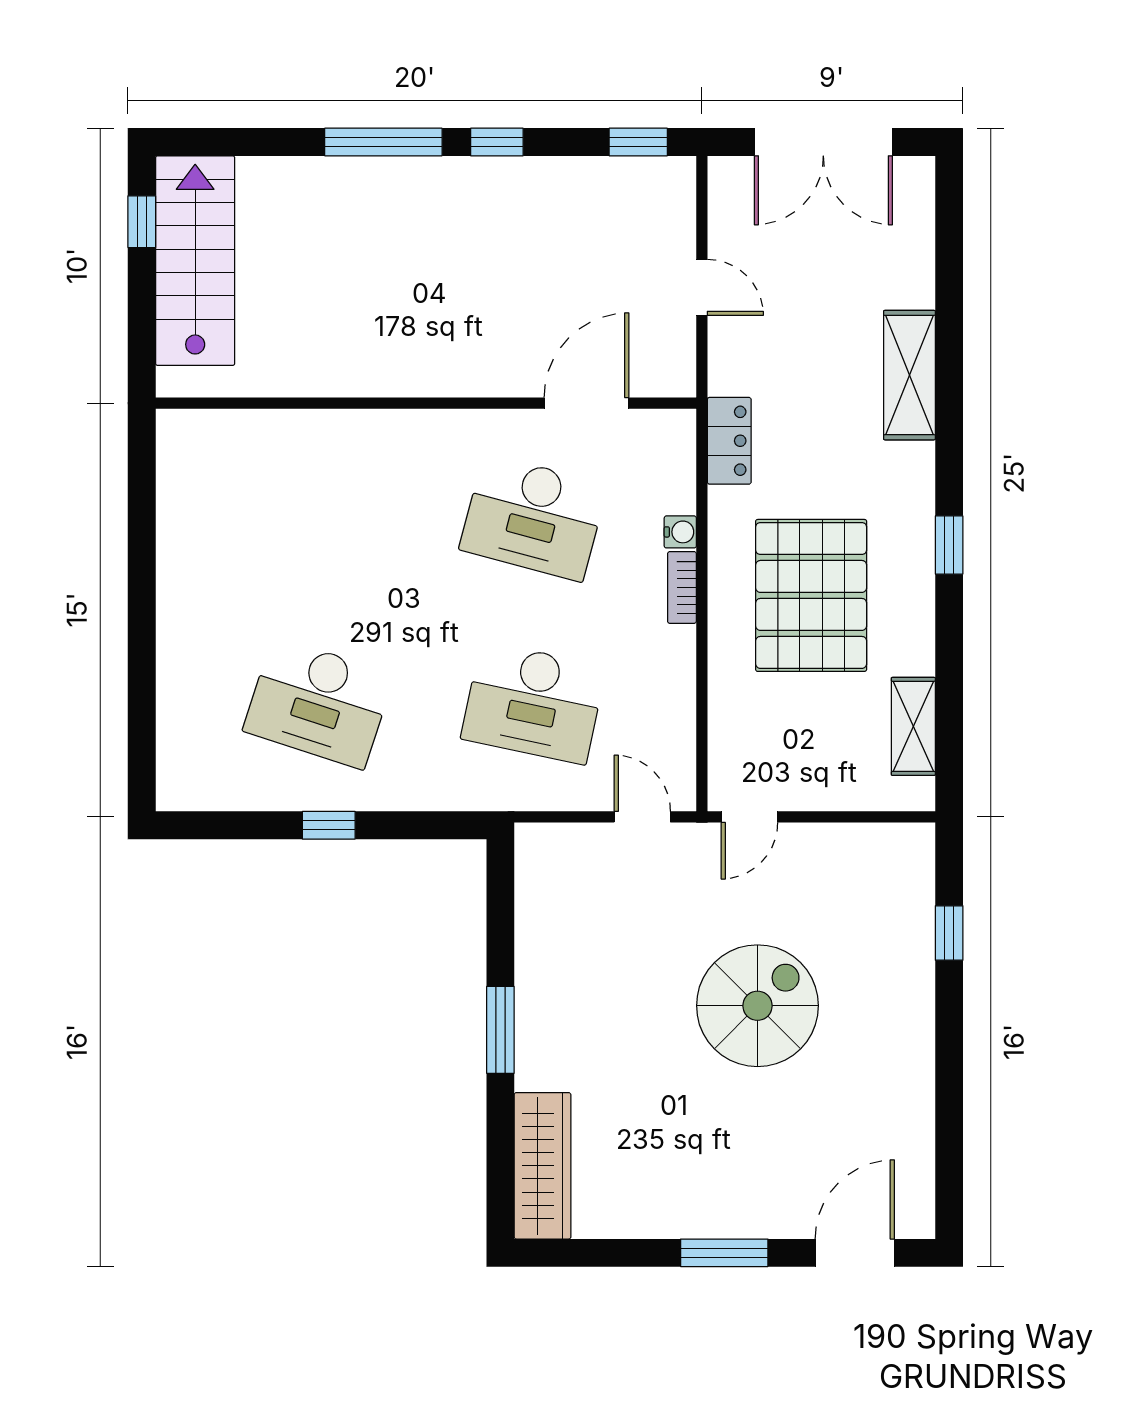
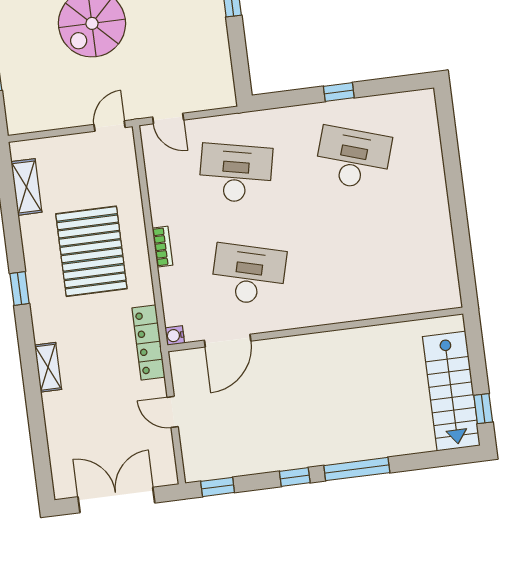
shelving: (909, 375) -> (48, 367), width x0.67, depth x0.75
locker: (729, 441) -> (149, 343), width x1.53
water cooler: (680, 532) -> (175, 335), moved

